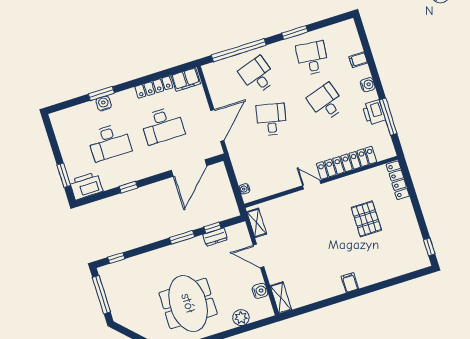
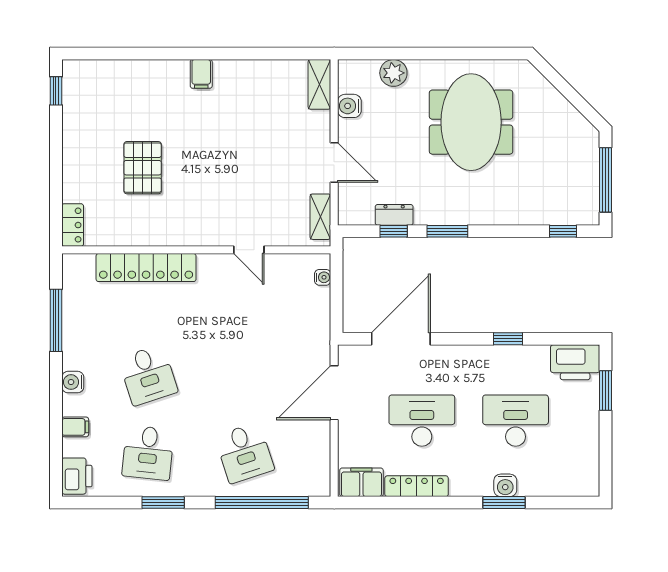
printer: (374, 112) -> (77, 476), moved
desk: (271, 119) -> (244, 375), removed
locker: (398, 180) -> (73, 225), width x0.66
door: (312, 185) -> (249, 250), moved

